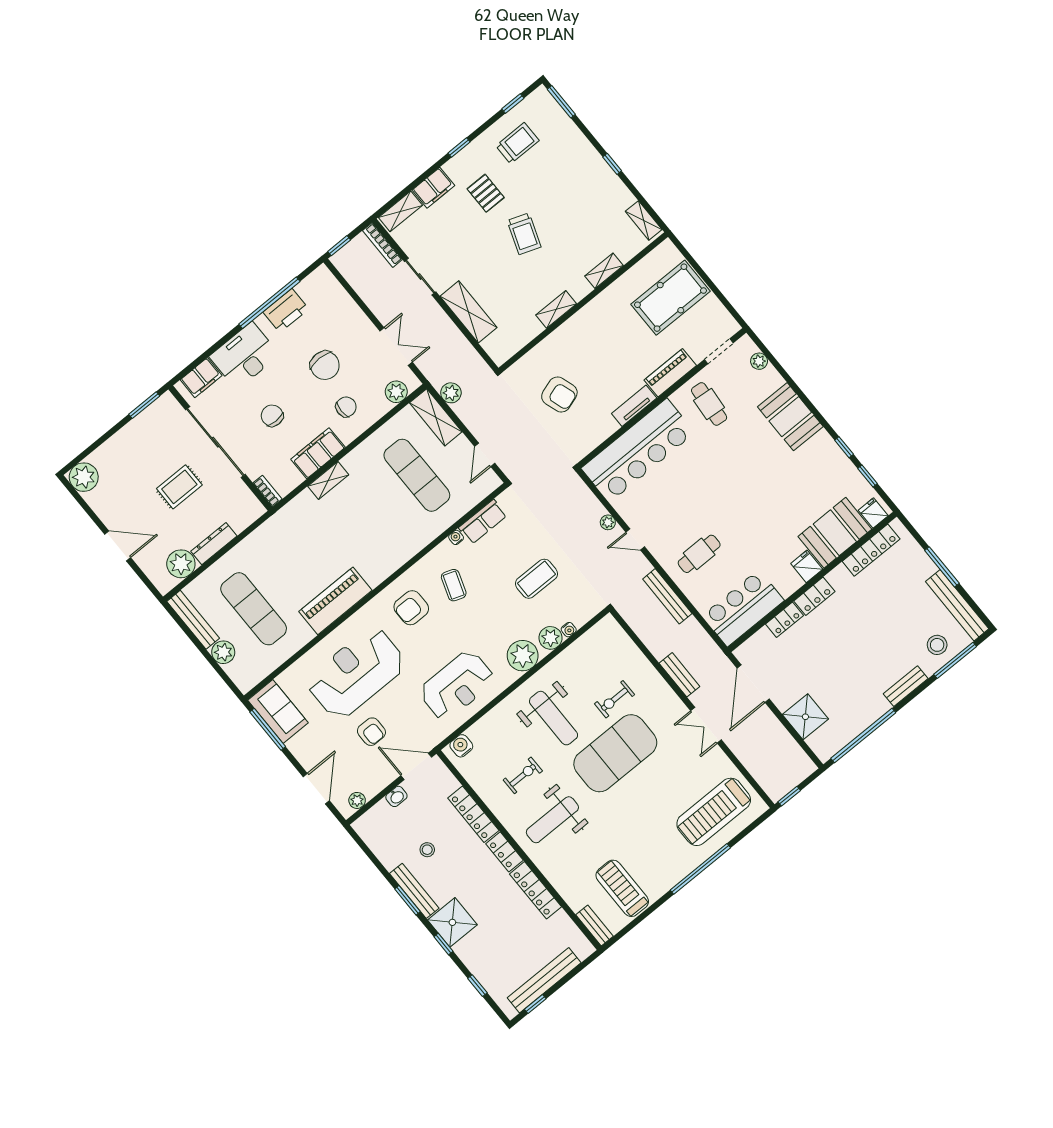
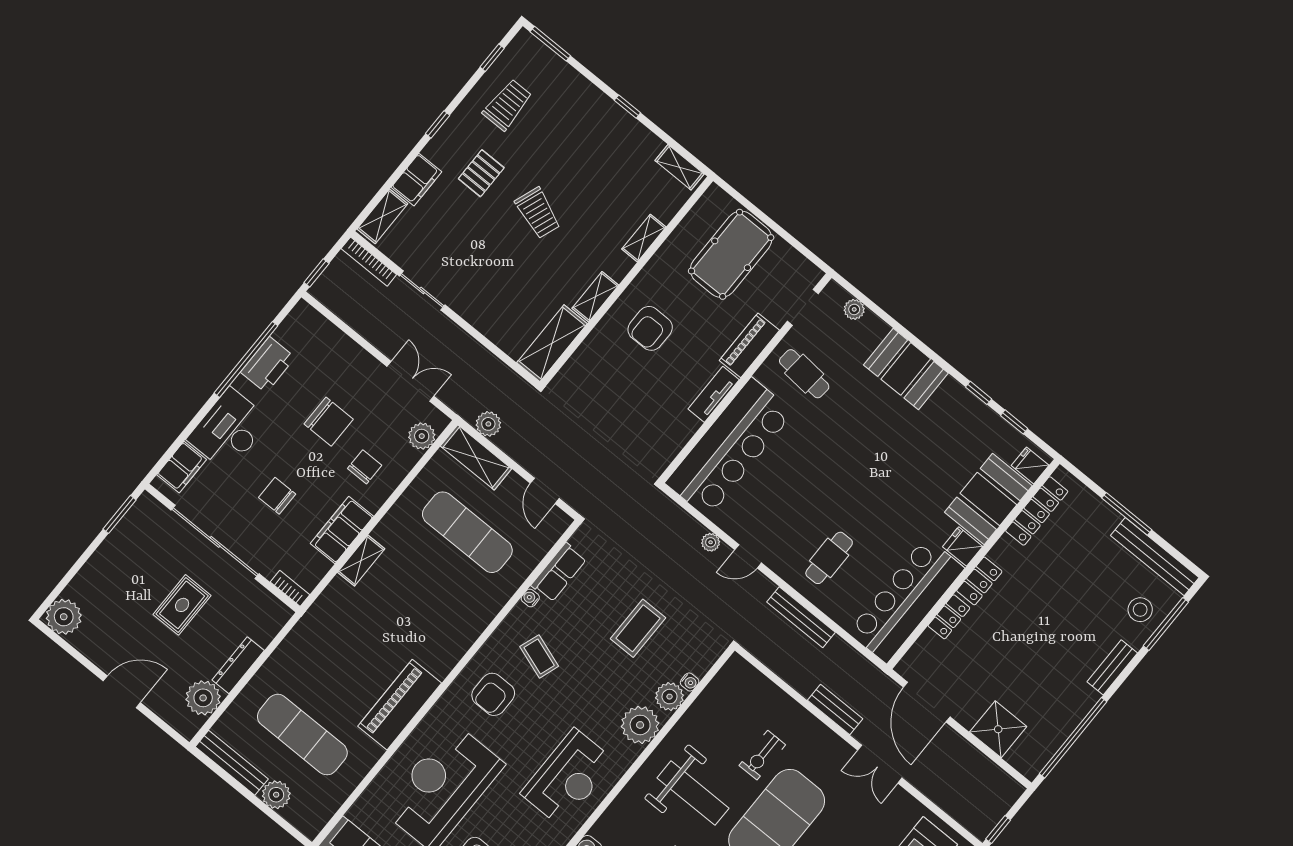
pallet: (486, 193) -> (481, 173), turned 90
shelving: (468, 312) -> (552, 343), moved, turned 90
armchair: (559, 395) -> (650, 328), moved, turned 108
bar counter: (743, 608) -> (906, 600), width x1.36

